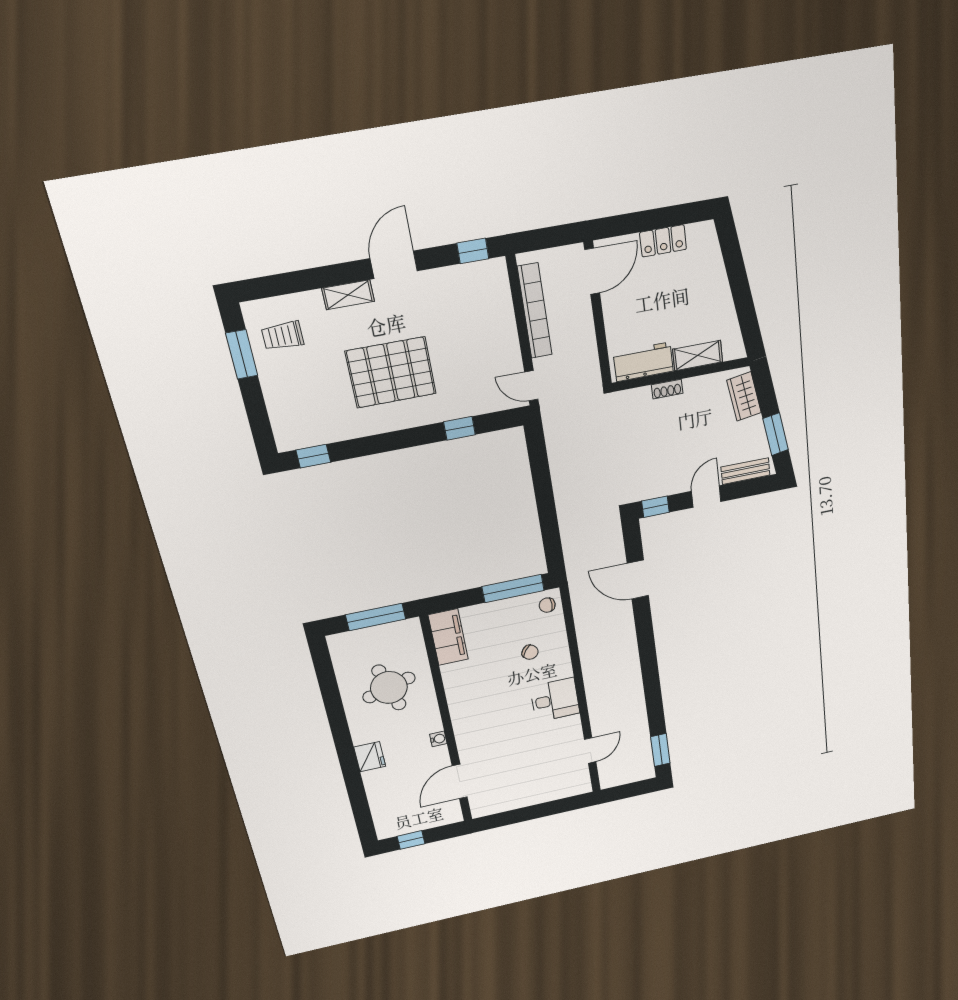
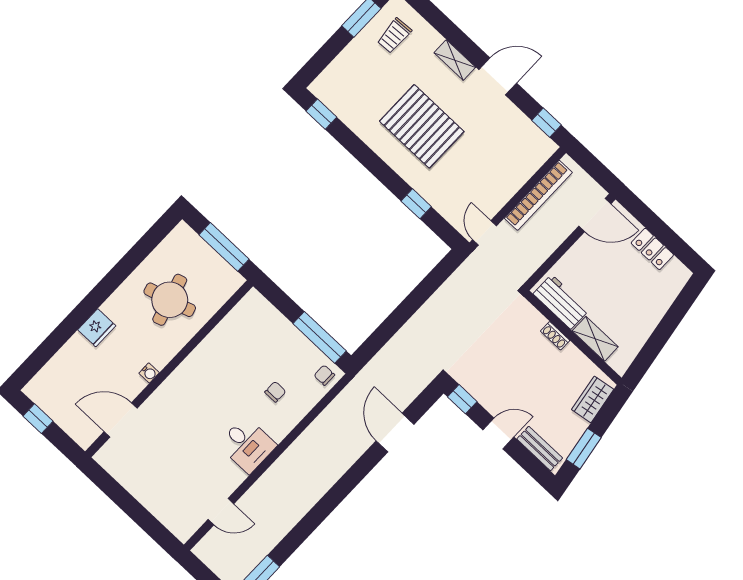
trolley: (283, 336) -> (394, 36), turned -93
filing cabinet: (448, 637) -> (245, 316), removed
chair: (530, 652) -> (275, 392), turned -127

